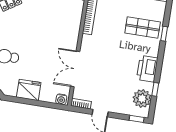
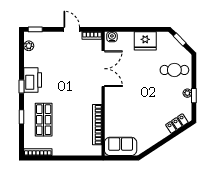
shop shelf: (143, 28) -> (44, 120), turned 90
window: (155, 89) -> (22, 87), moved
plant: (142, 99) -> (29, 46), width x0.53, depth x0.53

